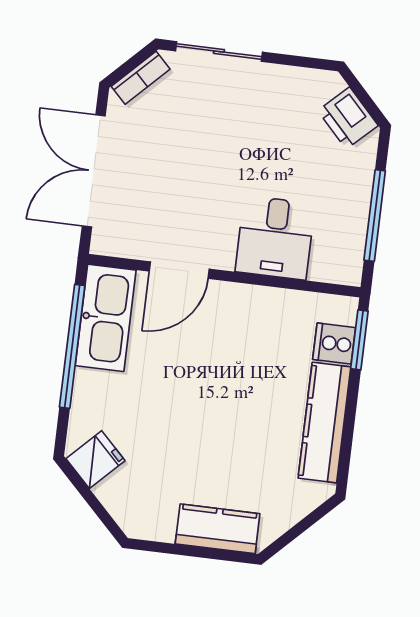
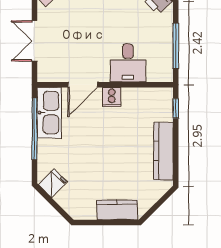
double door: (94, 171) -> (34, 41), width x0.73
window: (359, 340) -> (176, 108), width x0.67
cooker: (334, 344) -> (112, 97), moved, turned -90

